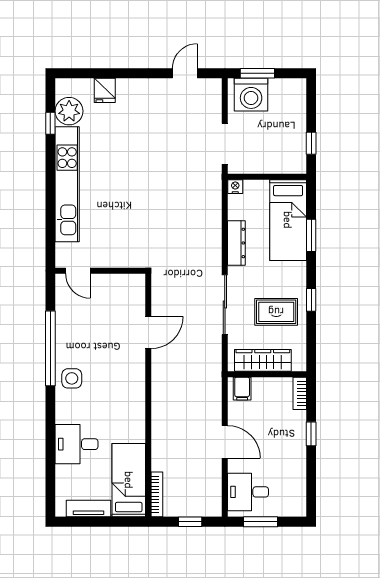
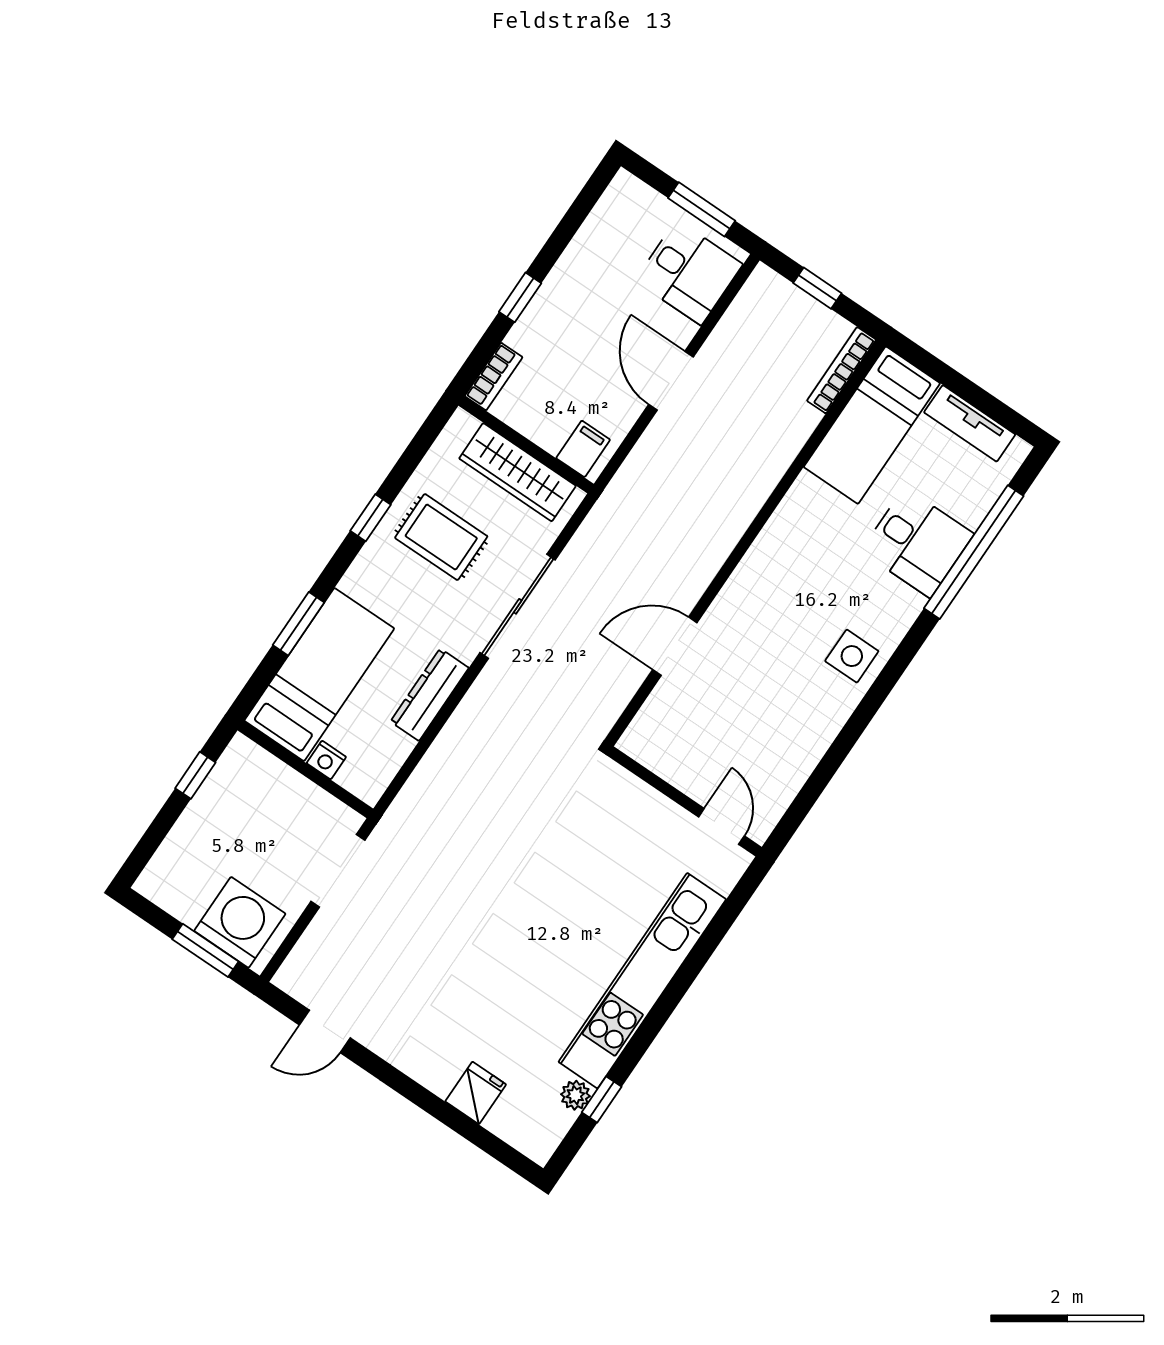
plant: (69, 111) -> (575, 1095), width x0.53, depth x0.53
nightstand: (235, 187) -> (326, 760), moved
window: (50, 348) -> (974, 552), moved

